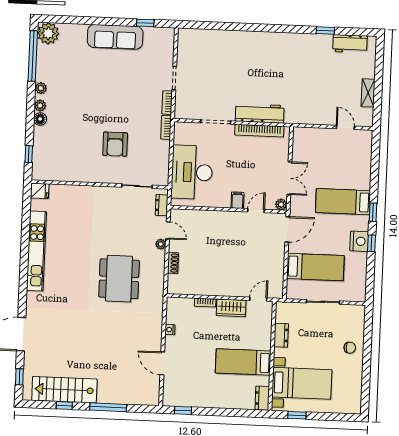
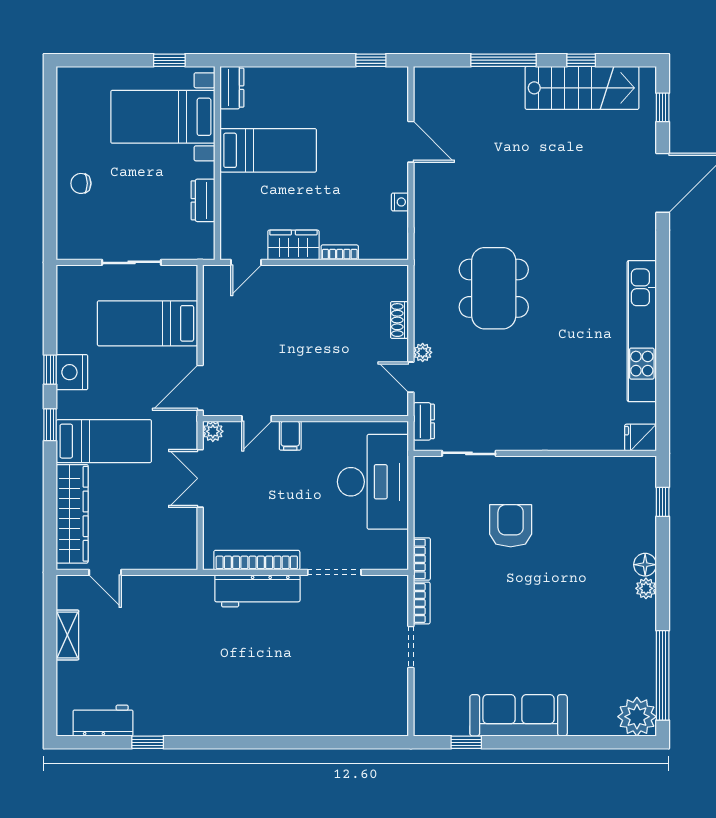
plant: (41, 88) -> (646, 619), removed
wardrobe: (362, 161) -> (72, 514), added

